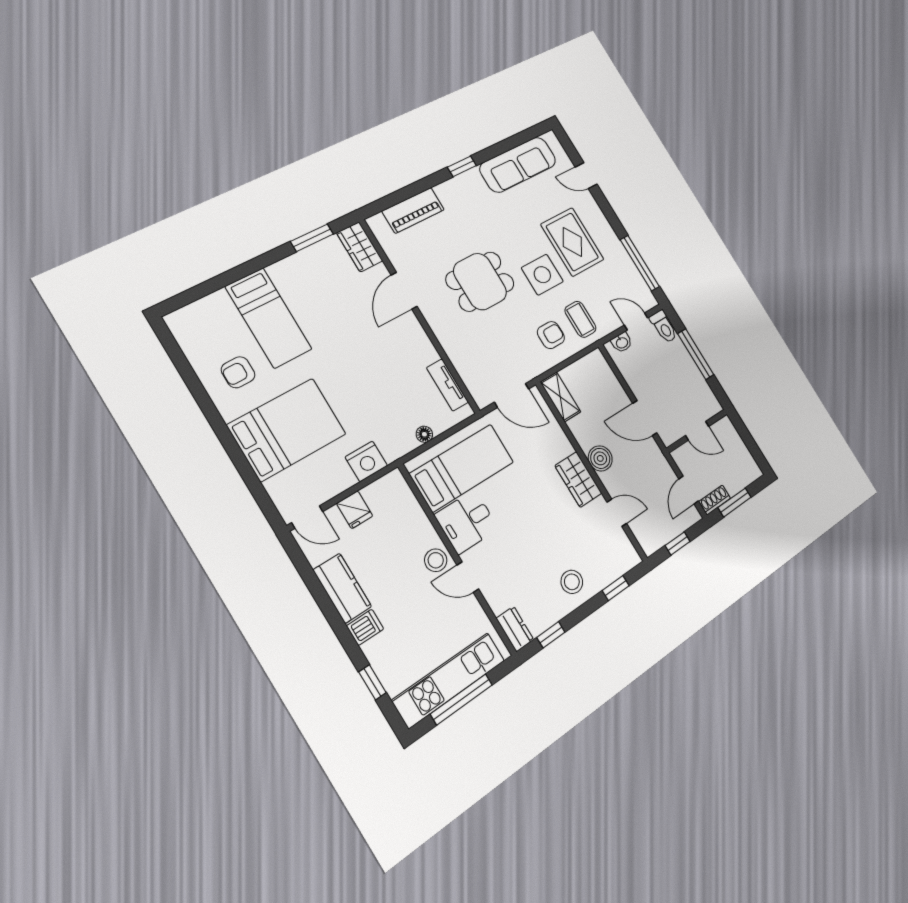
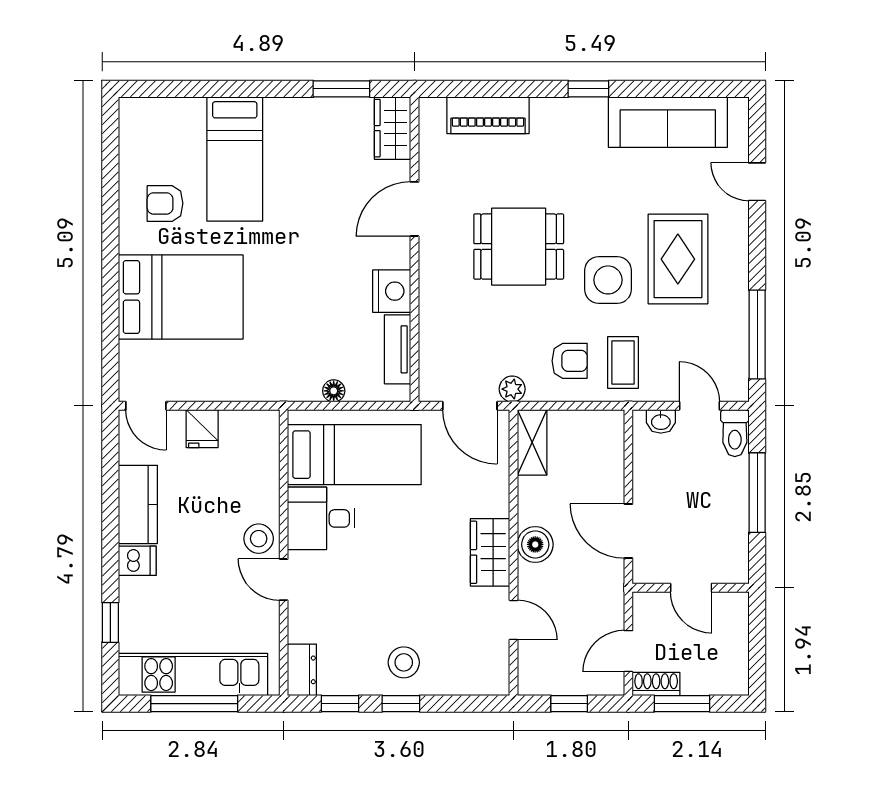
plant: (529, 371) -> (512, 389), added
nightstand: (366, 461) -> (392, 291), moved, turned -90
window: (616, 588) -> (401, 704), moved

